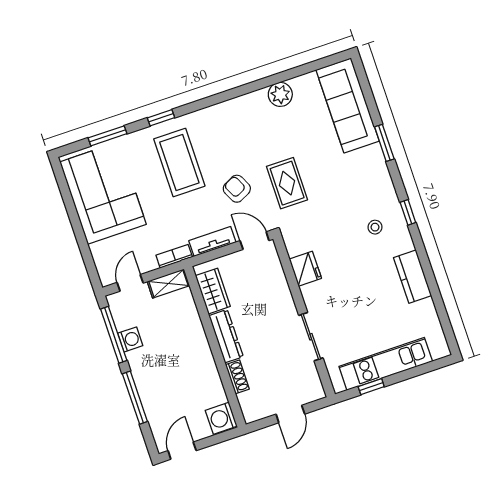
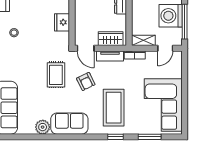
sofa: (240, 114) -> (69, 124), added
wardrobe: (213, 291) -> (111, 39), moved, turned 90
washing machine: (130, 339) -> (171, 16), width x1.89, depth x1.89

